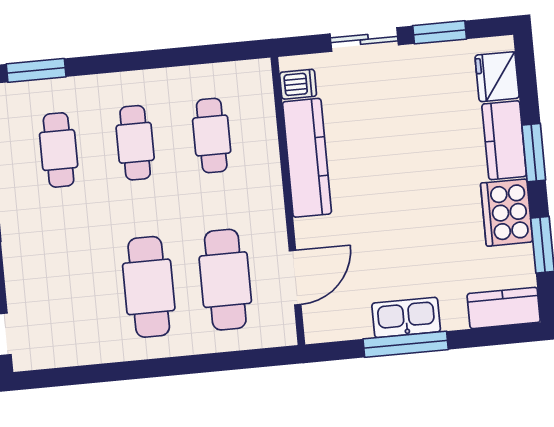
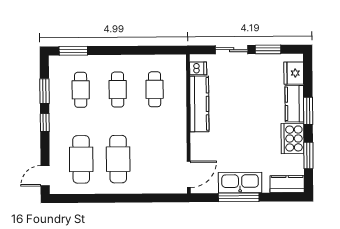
door: (295, 278) -> (189, 174), moved
cafe table: (225, 280) -> (81, 159), moved
kitchen sink: (406, 317) -> (240, 183), width x1.36, depth x1.24

